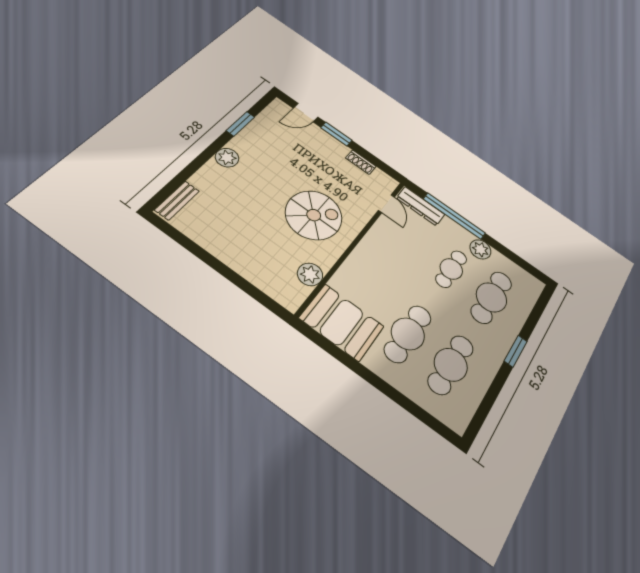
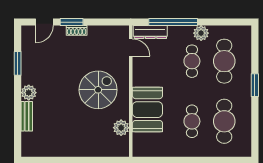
shoe rack: (361, 162) -> (77, 30), moved
bench: (177, 200) -> (27, 116), moved
booth: (342, 322) -> (147, 110), moved, turned 90
cafe table: (408, 334) -> (192, 121), width x0.73, depth x0.74

